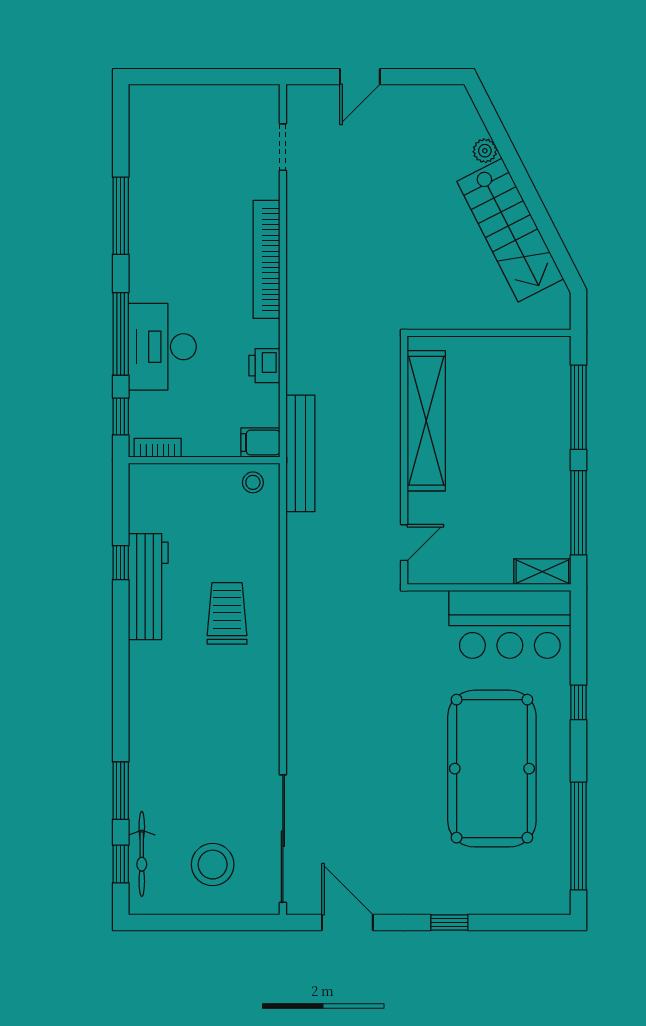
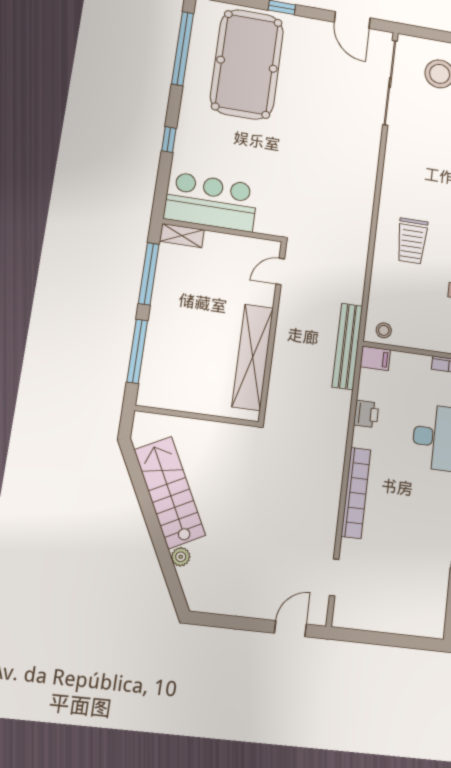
door: (360, 77) -> (290, 629), moved
pool table: (492, 769) -> (247, 64), moved

